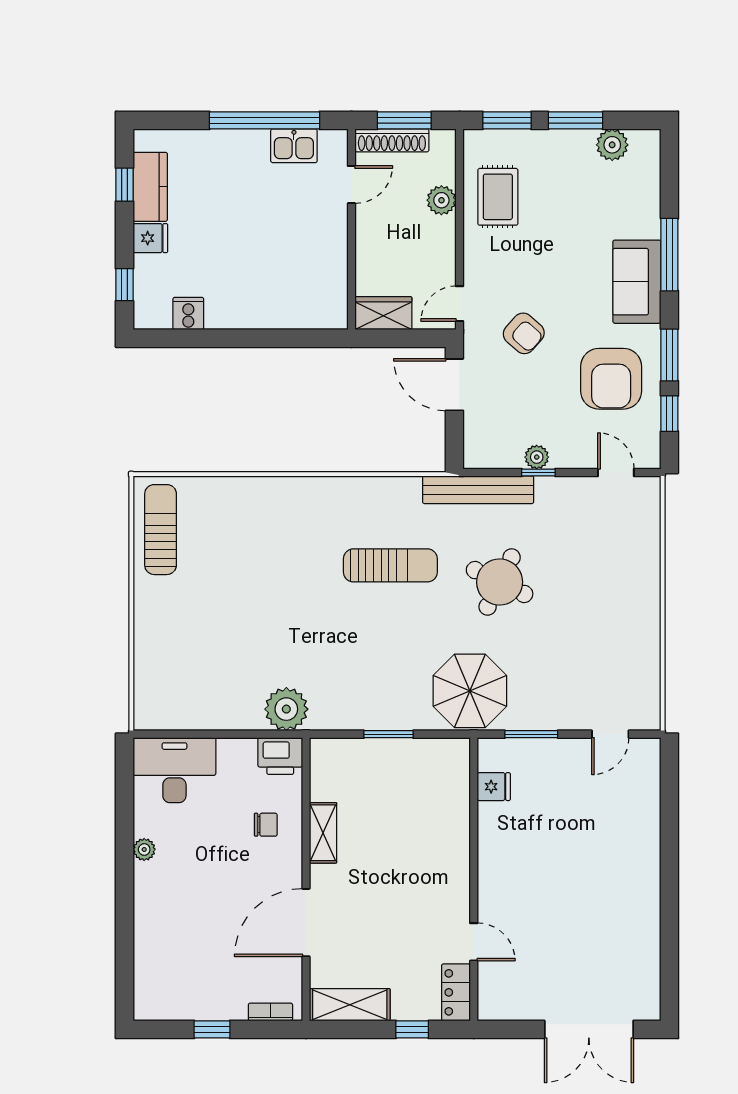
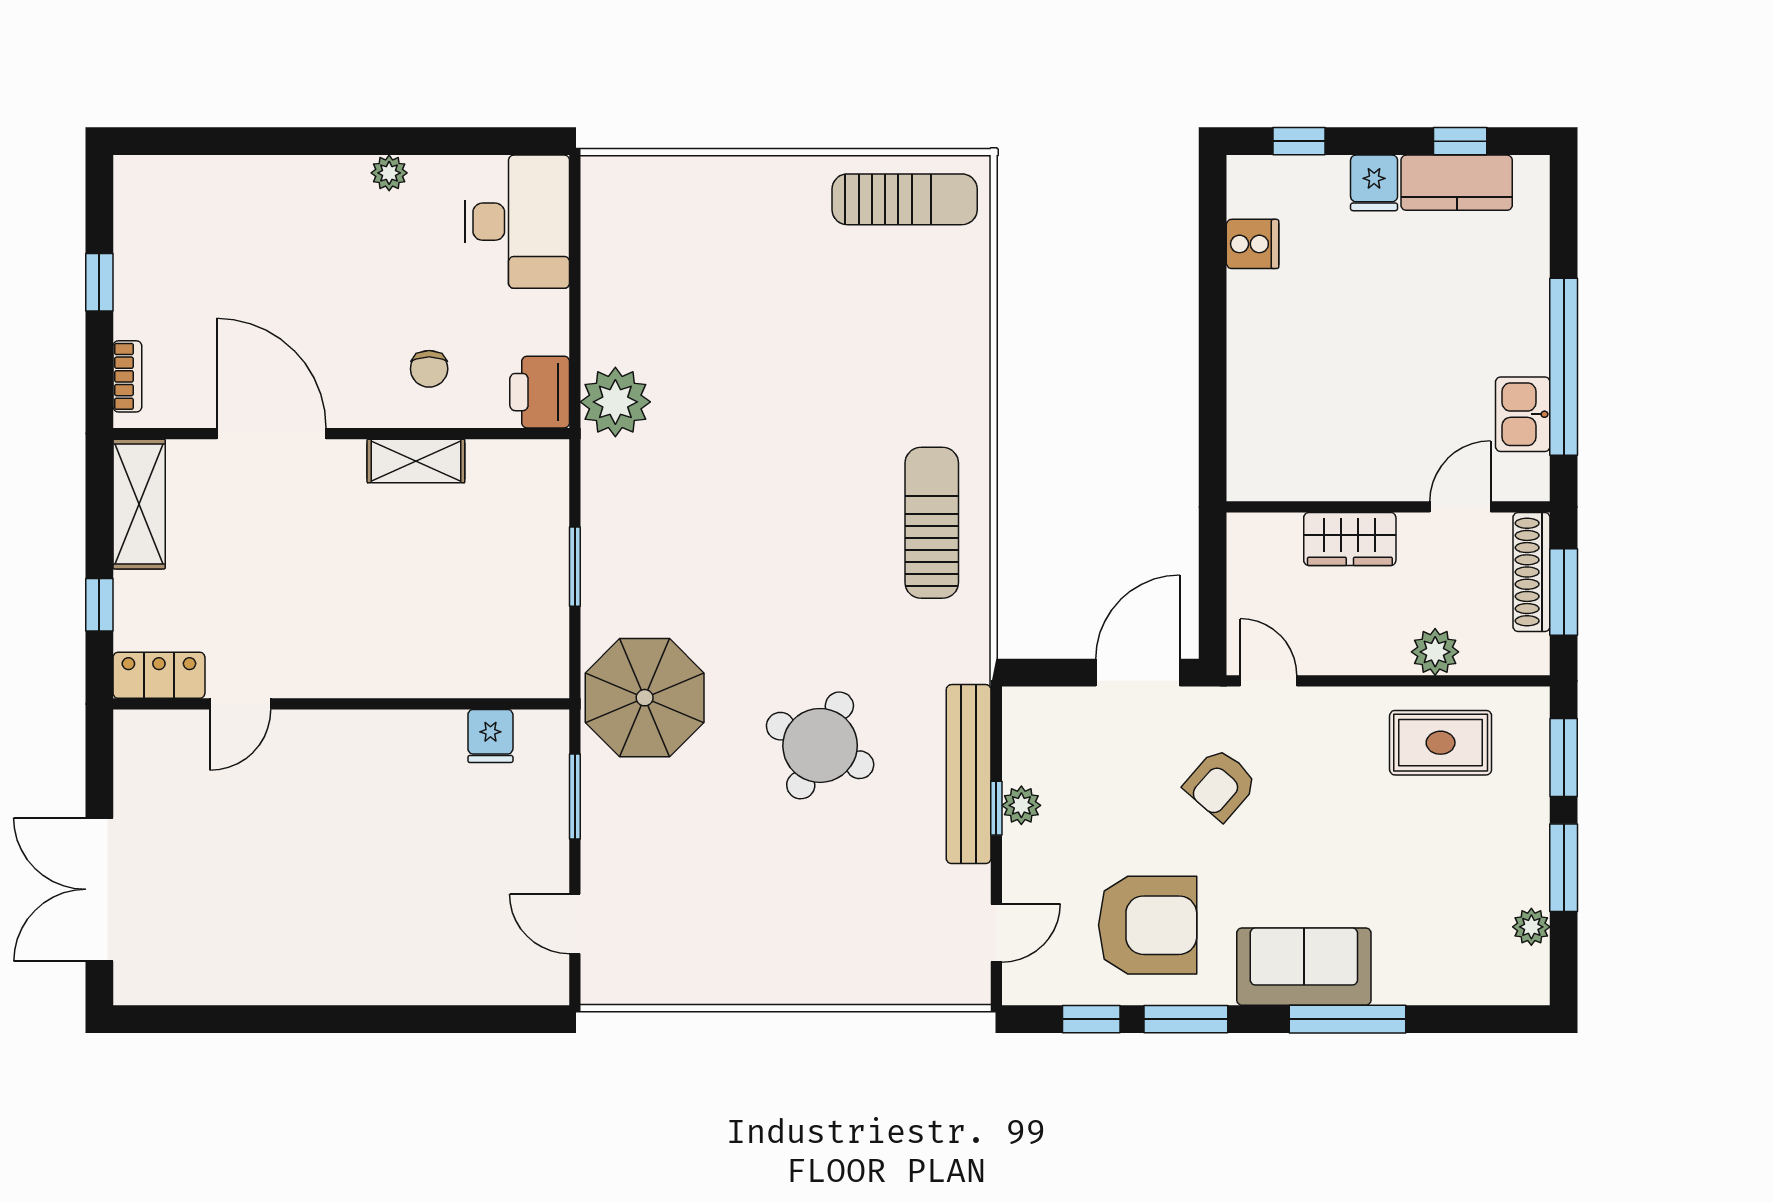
plant: (612, 145) -> (1531, 927), width x0.73, depth x0.73
door: (351, 185) -> (1460, 507), swing flipped
wardrobe: (383, 313) -> (1350, 539), moved, turned 90
armchair: (611, 379) -> (1148, 925), turned 180
bench: (478, 490) -> (969, 774), moved
sun lounger: (390, 565) -> (932, 523), moved, turned 180

